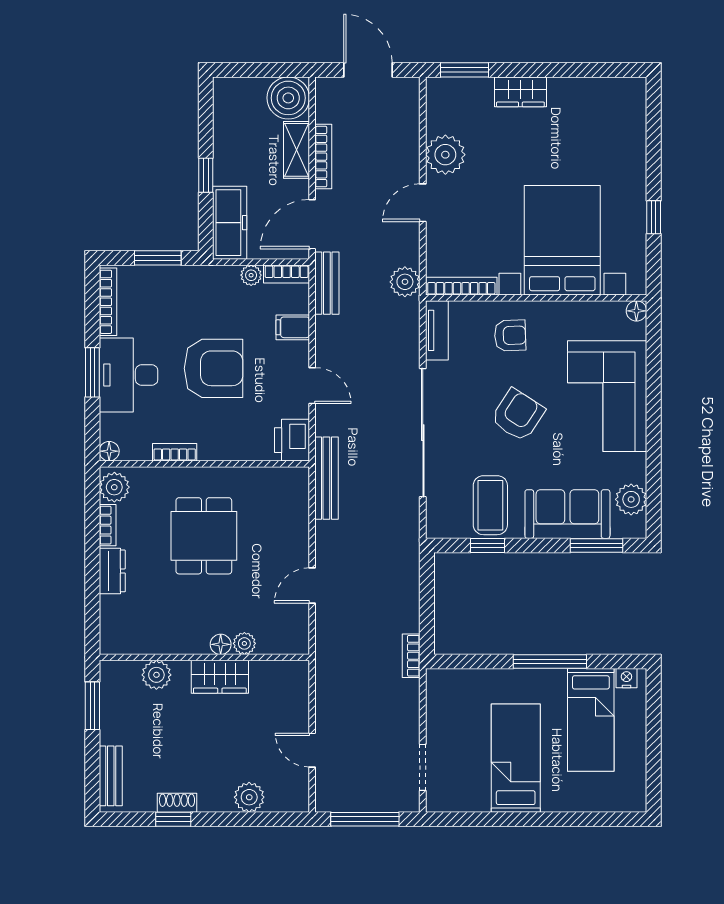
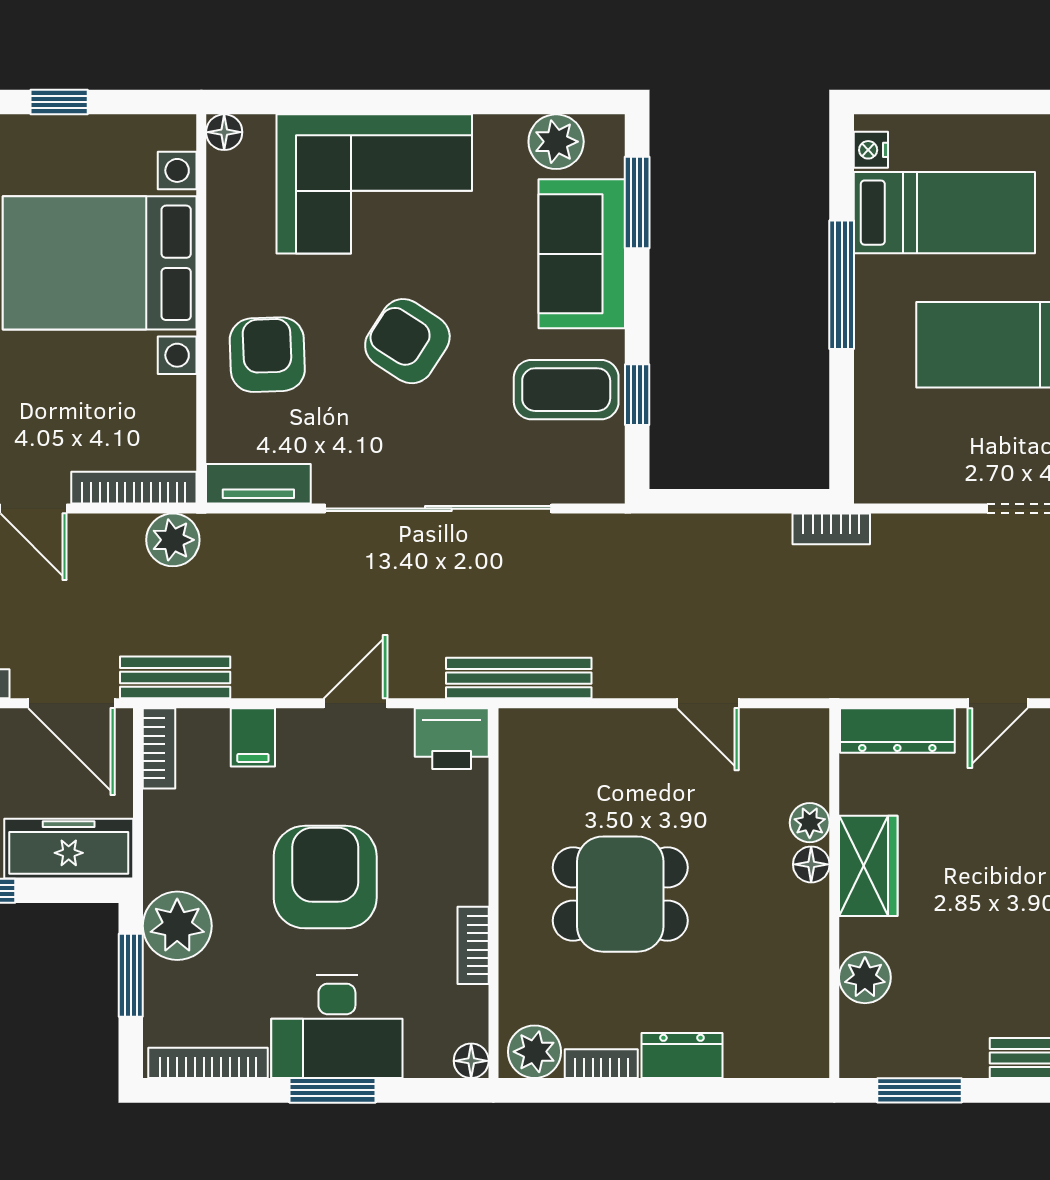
plant: (251, 275) -> (177, 926), moved, width x1.88, depth x1.88
bookcase: (461, 286) -> (134, 488), moved, turned 90
armchair: (510, 335) -> (267, 355), width x1.38, depth x1.38
dresser: (297, 693) -> (897, 731), added

